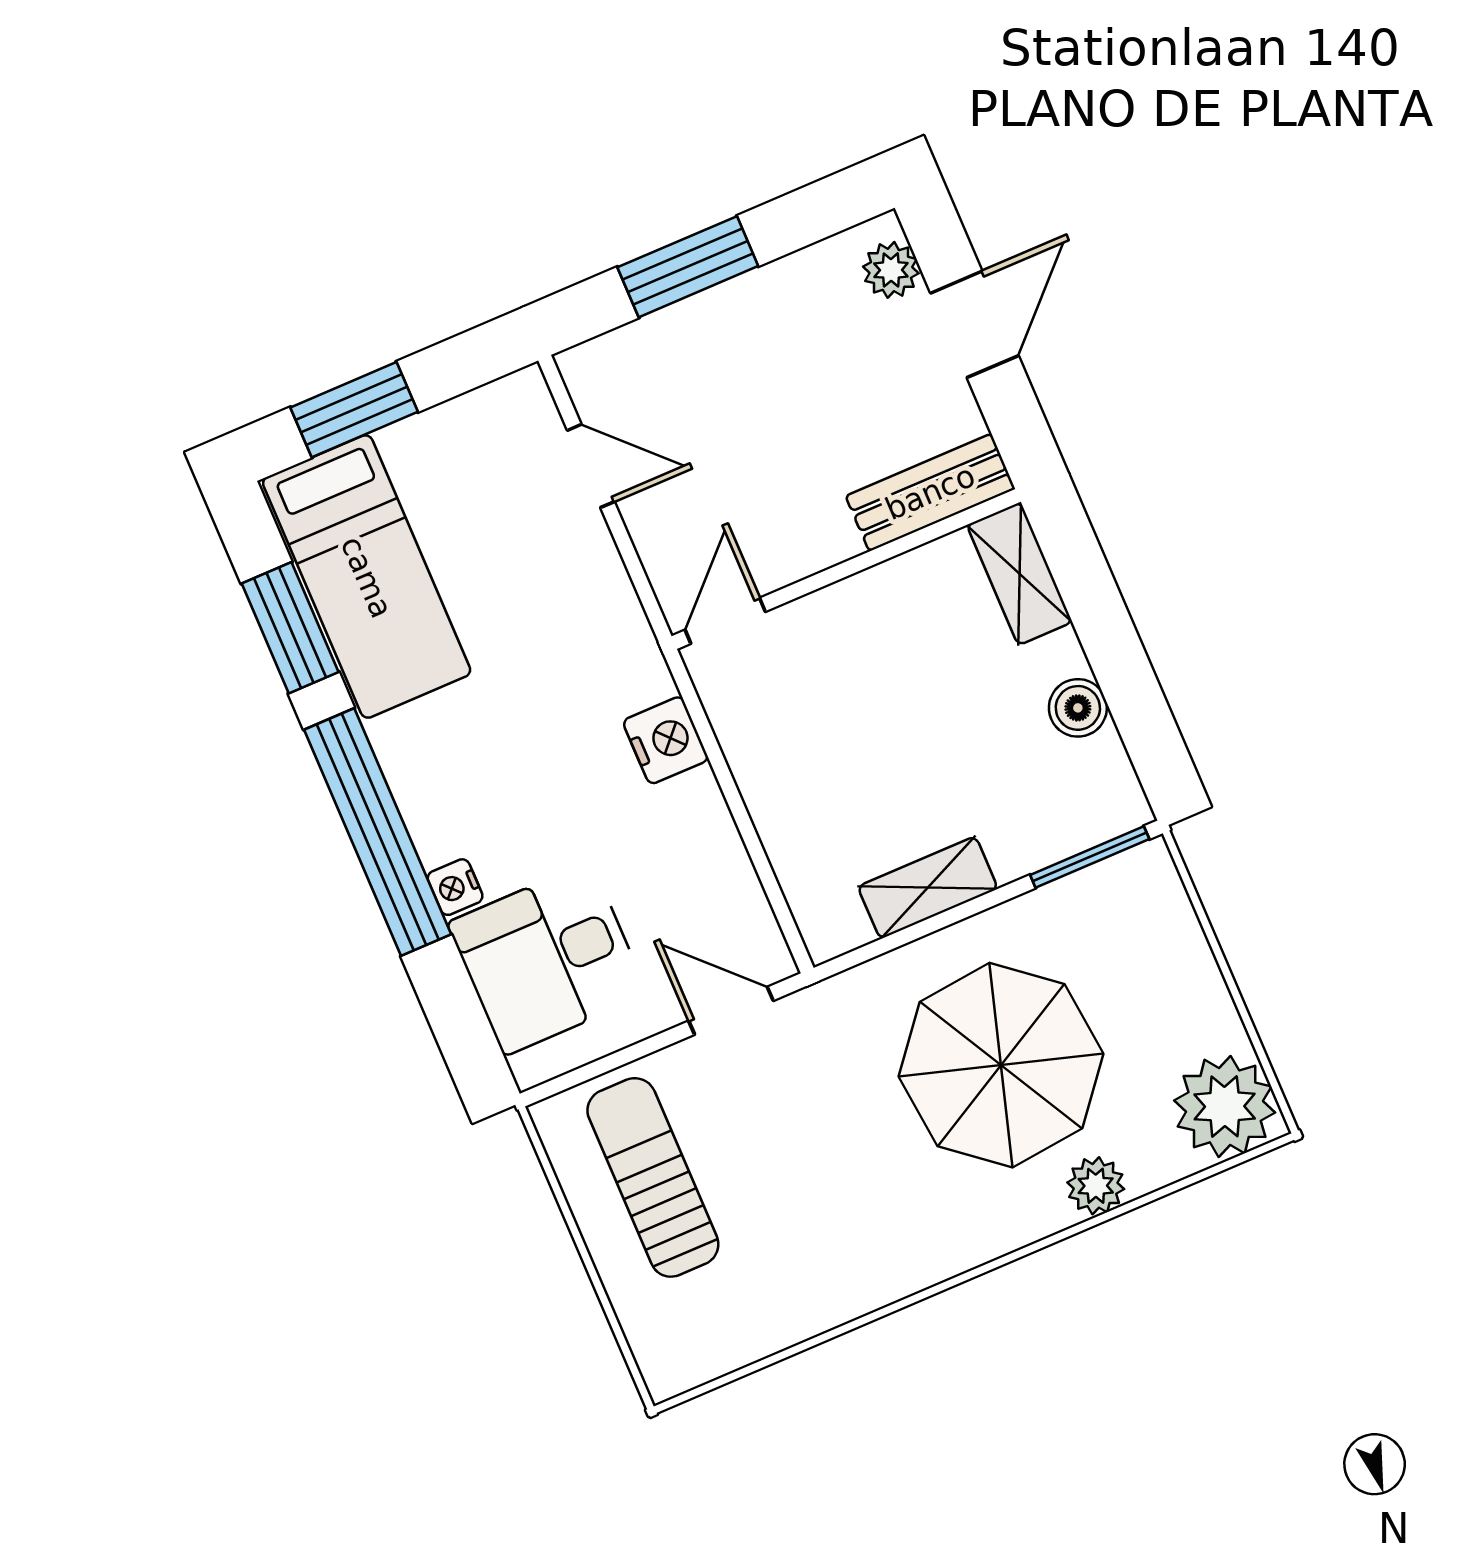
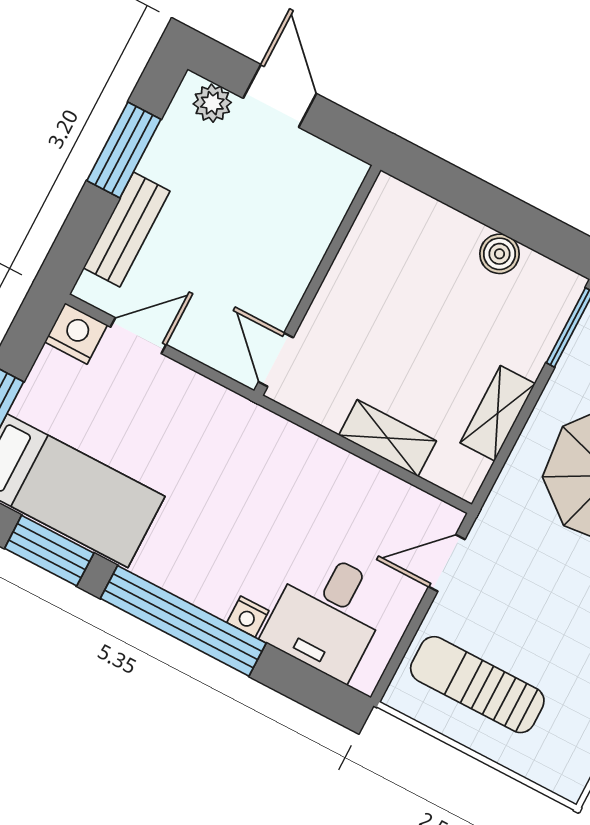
window: (688, 267) -> (124, 150), moved
bench: (930, 492) -> (127, 230), moved
shelving: (1020, 574) -> (388, 438), moved
nightstand: (666, 740) -> (76, 333), moved

